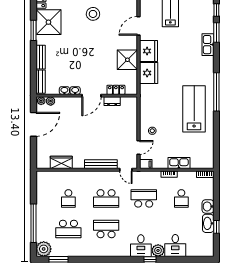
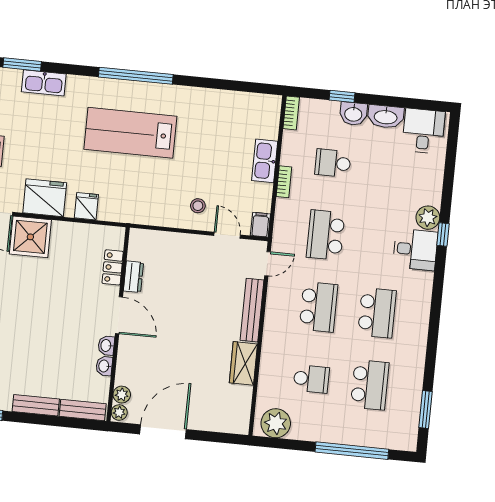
shower: (127, 60) -> (30, 237), moved
fridge: (149, 73) -> (86, 206), width x0.53, depth x0.75
lab bench: (194, 109) -> (130, 133), moved
door: (33, 124) -> (163, 432), hinge flipped
wardrobe: (61, 162) -> (243, 363), moved
school desk: (181, 198) -> (333, 163), turned 180
window: (216, 227) -> (342, 96), moved
school desk: (106, 229) -> (377, 313), turned 180
desk: (175, 245) -> (423, 131), moved, turned -90
plant: (44, 249) -> (276, 423), moved

